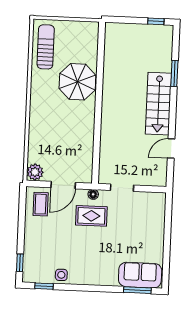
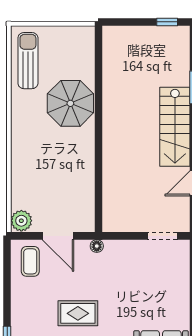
door: (63, 185) -> (58, 236), hinge flipped
doorway: (122, 188) -> (162, 236), moved
rug: (91, 216) -> (78, 313), moved

